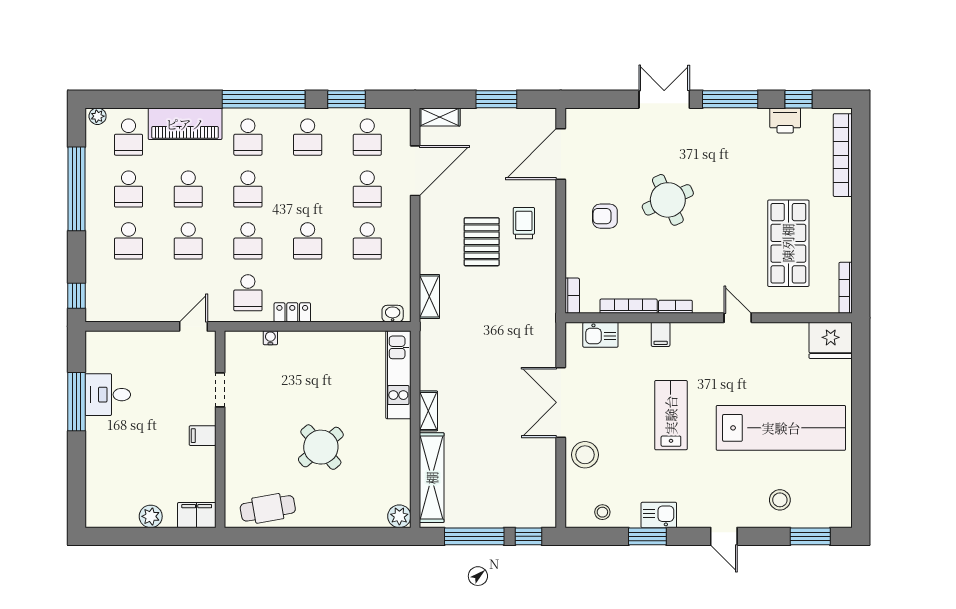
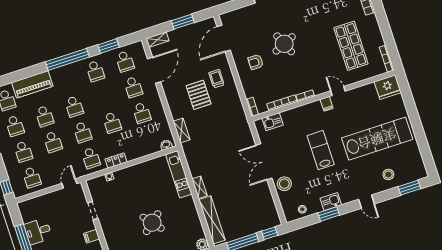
school desk: (248, 137) -> (32, 177), moved
filing cabinet: (661, 334) -> (327, 104), moved

